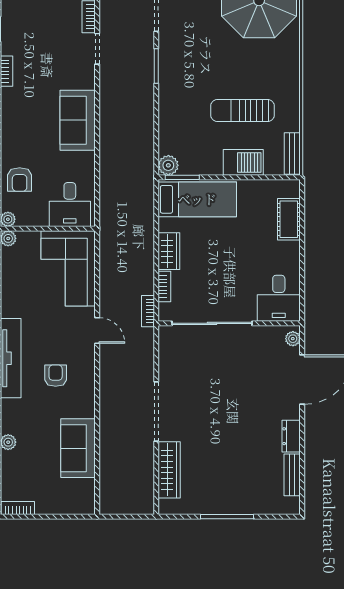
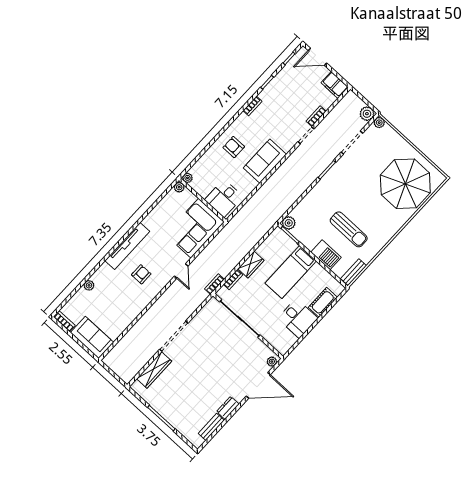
sun lounger: (242, 110) -> (349, 229), turned 180
armchair: (20, 180) -> (234, 147), moved, turned 90
bed: (197, 199) -> (291, 272), moved, turned 90
desk: (279, 298) -> (298, 318), moved, turned -90
sofa: (78, 448) -> (92, 337), moved, turned 90

